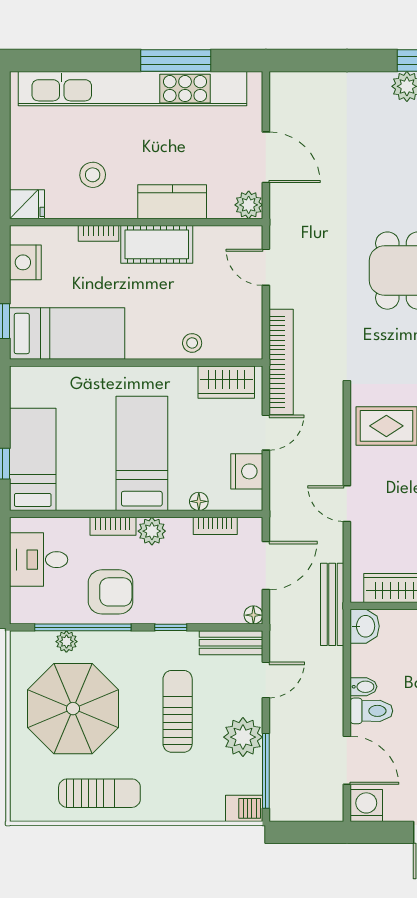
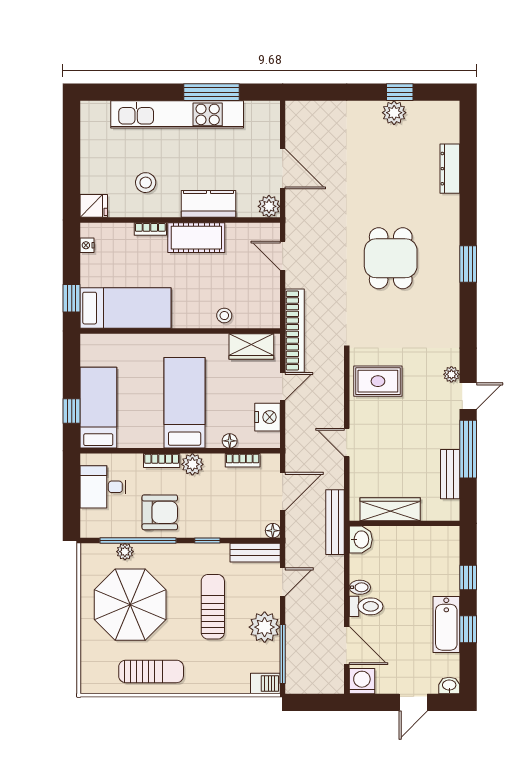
kitchen unit: (133, 89) -> (177, 114), width x0.73
nightstand: (25, 262) -> (87, 245), width x0.53, depth x0.56

